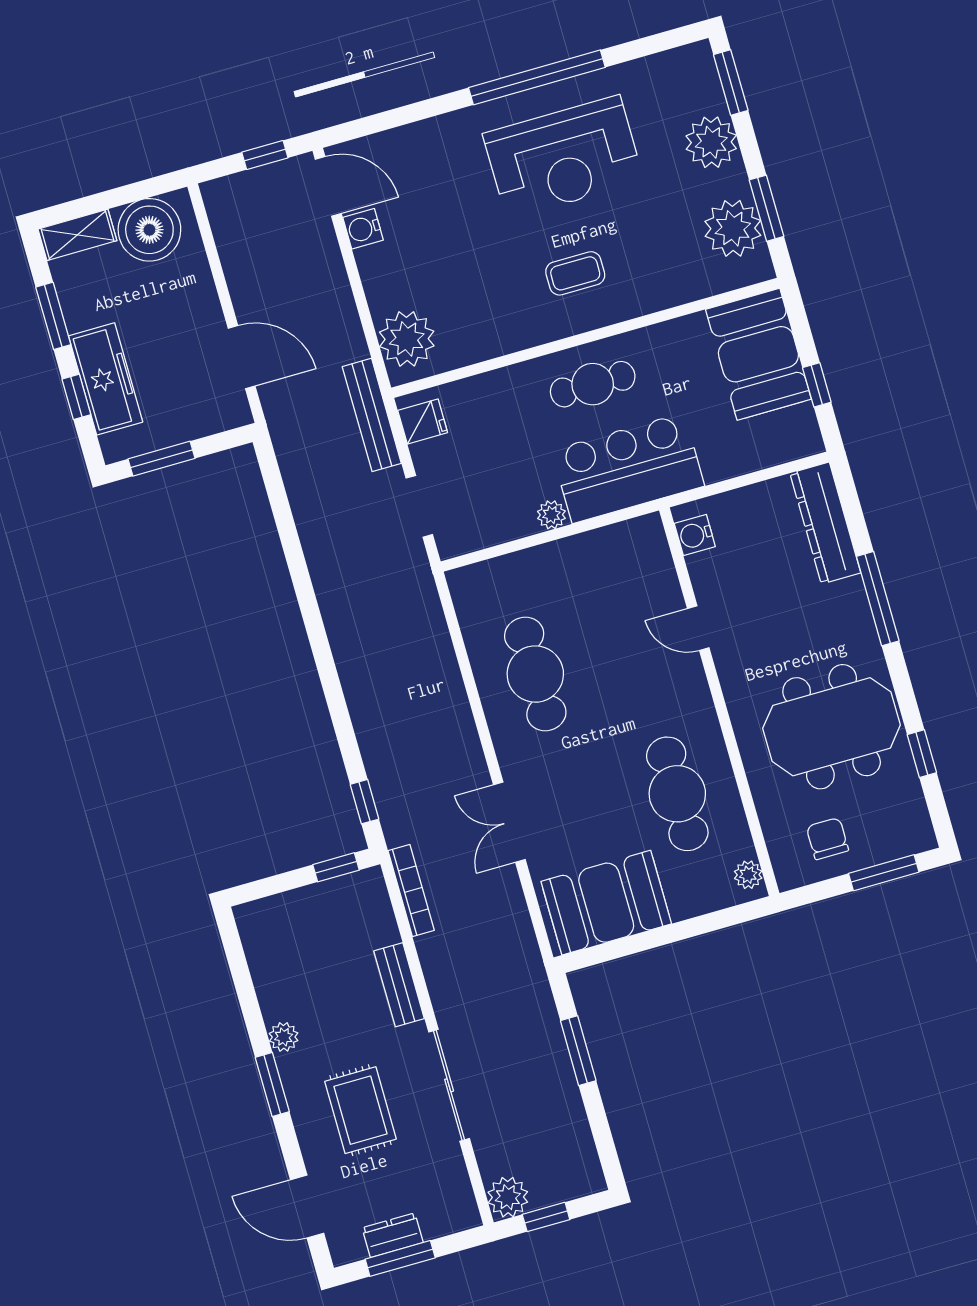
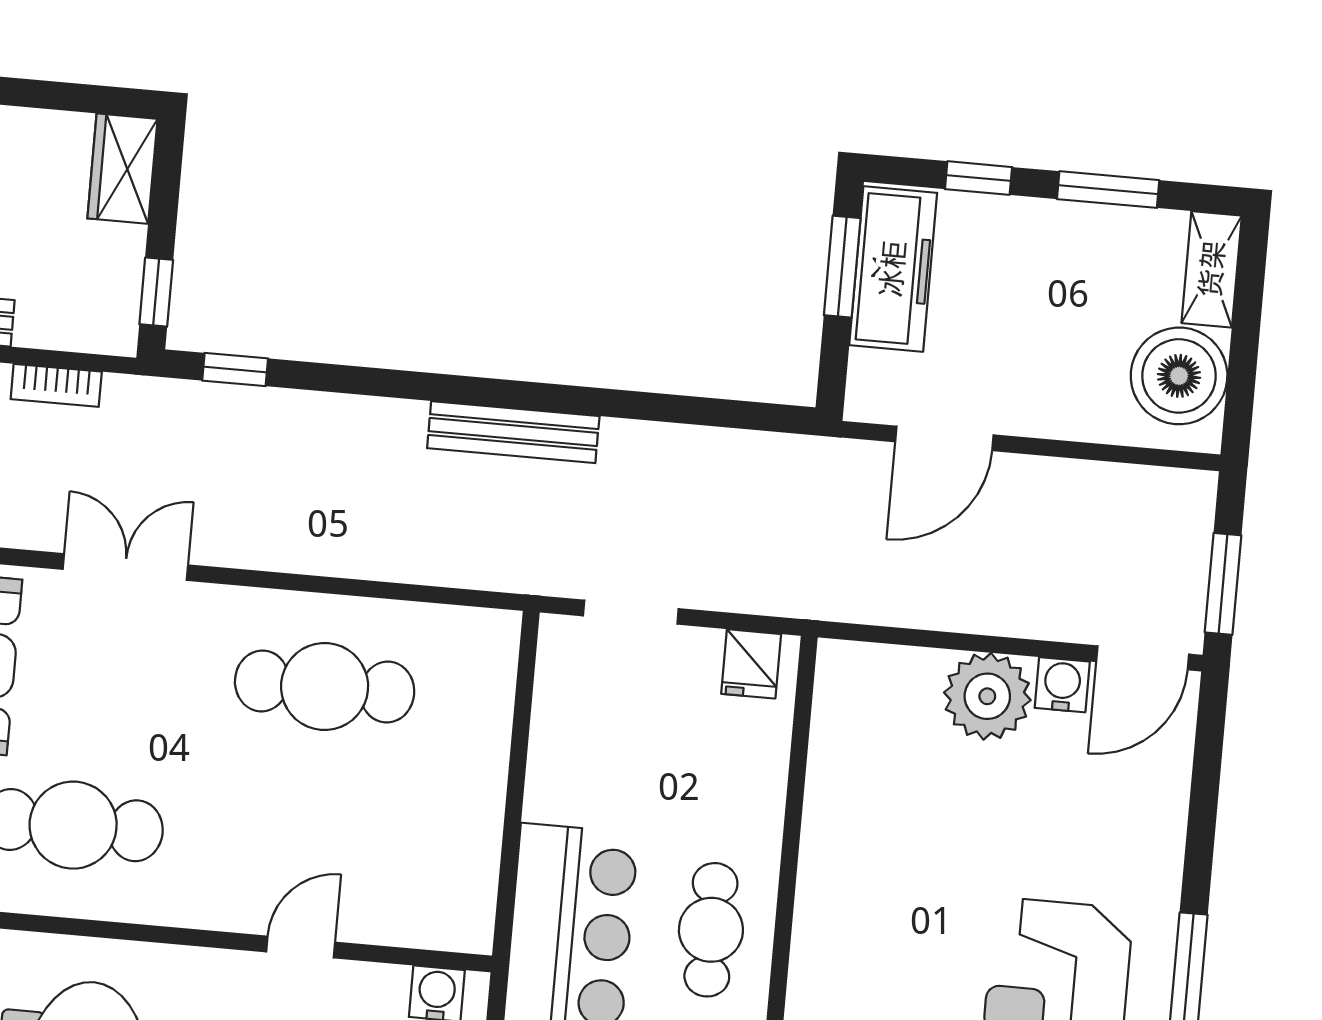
window: (265, 155) -> (1223, 584), width x1.50
coffee table: (575, 273) -> (880, 966), removed
plant: (407, 339) -> (987, 696), moved
freezer: (106, 379) -> (893, 269), moved, turned -90
bench: (372, 415) -> (513, 432), moved
plant: (551, 515) -> (545, 798), removed
bookcase: (411, 891) -> (56, 385), width x0.64
wardrobe: (269, 916) -> (122, 169), added

